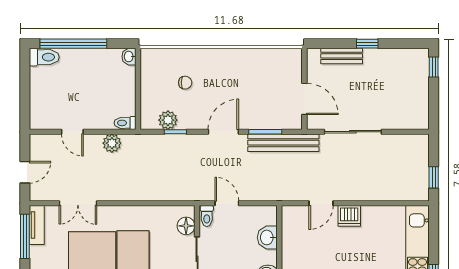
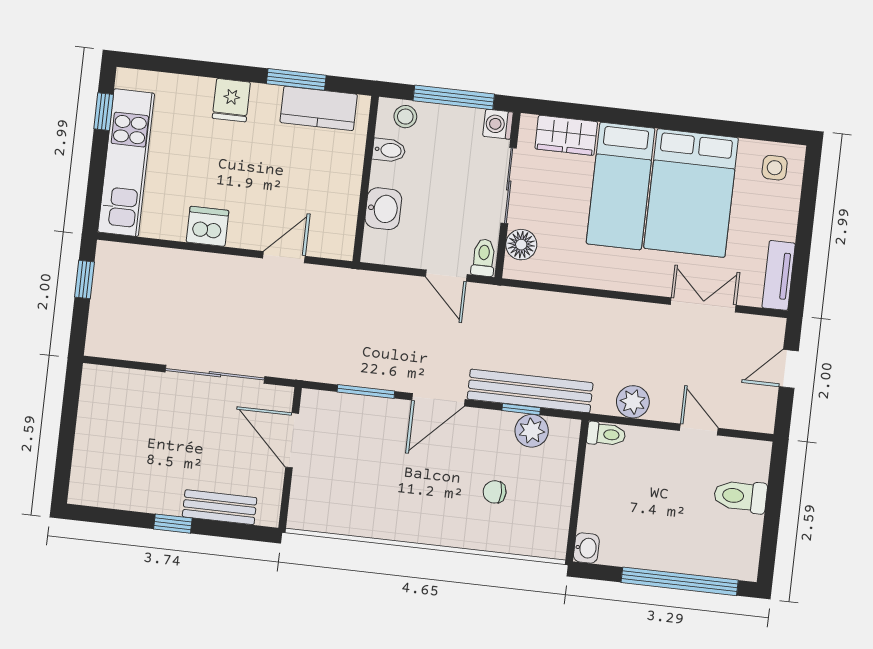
toilet: (44, 57) -> (740, 496), moved
window: (434, 67) -> (63, 470), removed
bench: (283, 143) -> (530, 391), moved
dishwasher: (349, 216) -> (208, 226), moved
window: (25, 236) -> (801, 258), removed

